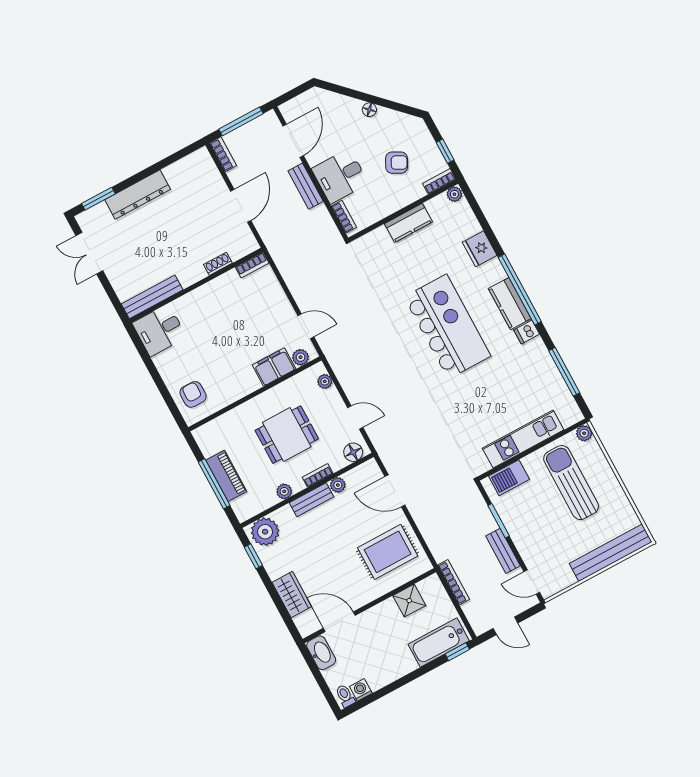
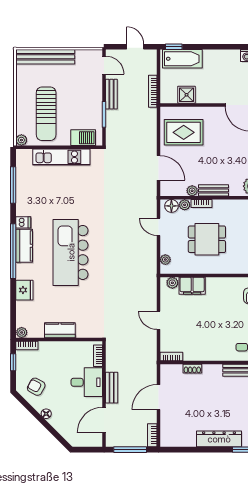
armchair: (397, 163) -> (36, 387), moved
door: (306, 326) -> (159, 320), moved
plant: (284, 491) -> (185, 205), moved

